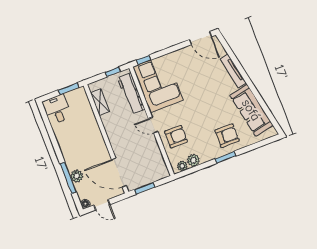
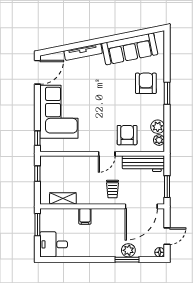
corner sofa: (158, 84) -> (59, 112), moved, turned 90
workbench: (131, 94) -> (143, 164), moved
filing cabinet: (92, 127) -> (85, 216), added
trolley: (125, 142) -> (113, 189), added
window: (68, 178) -> (127, 260), width x0.69

